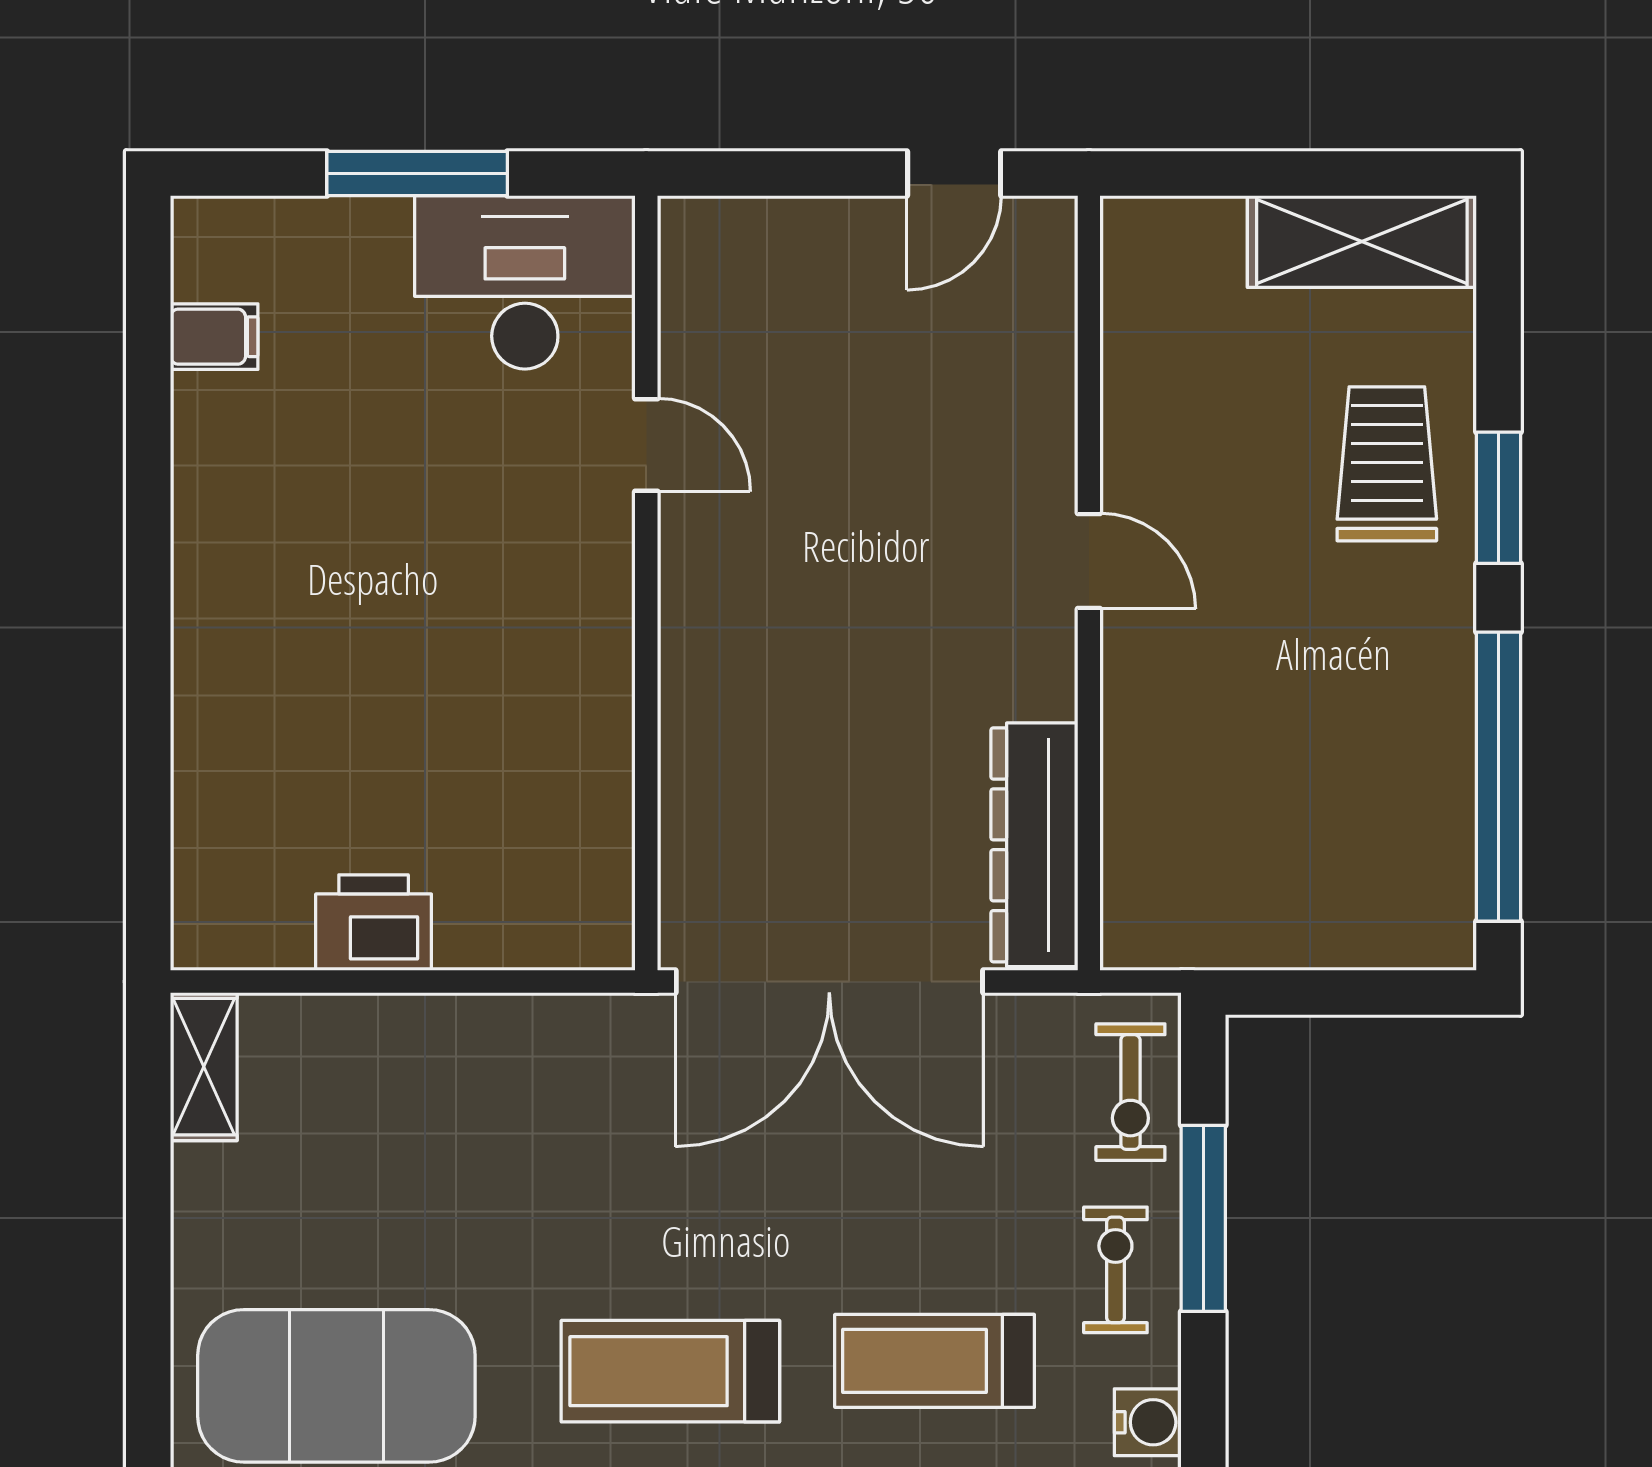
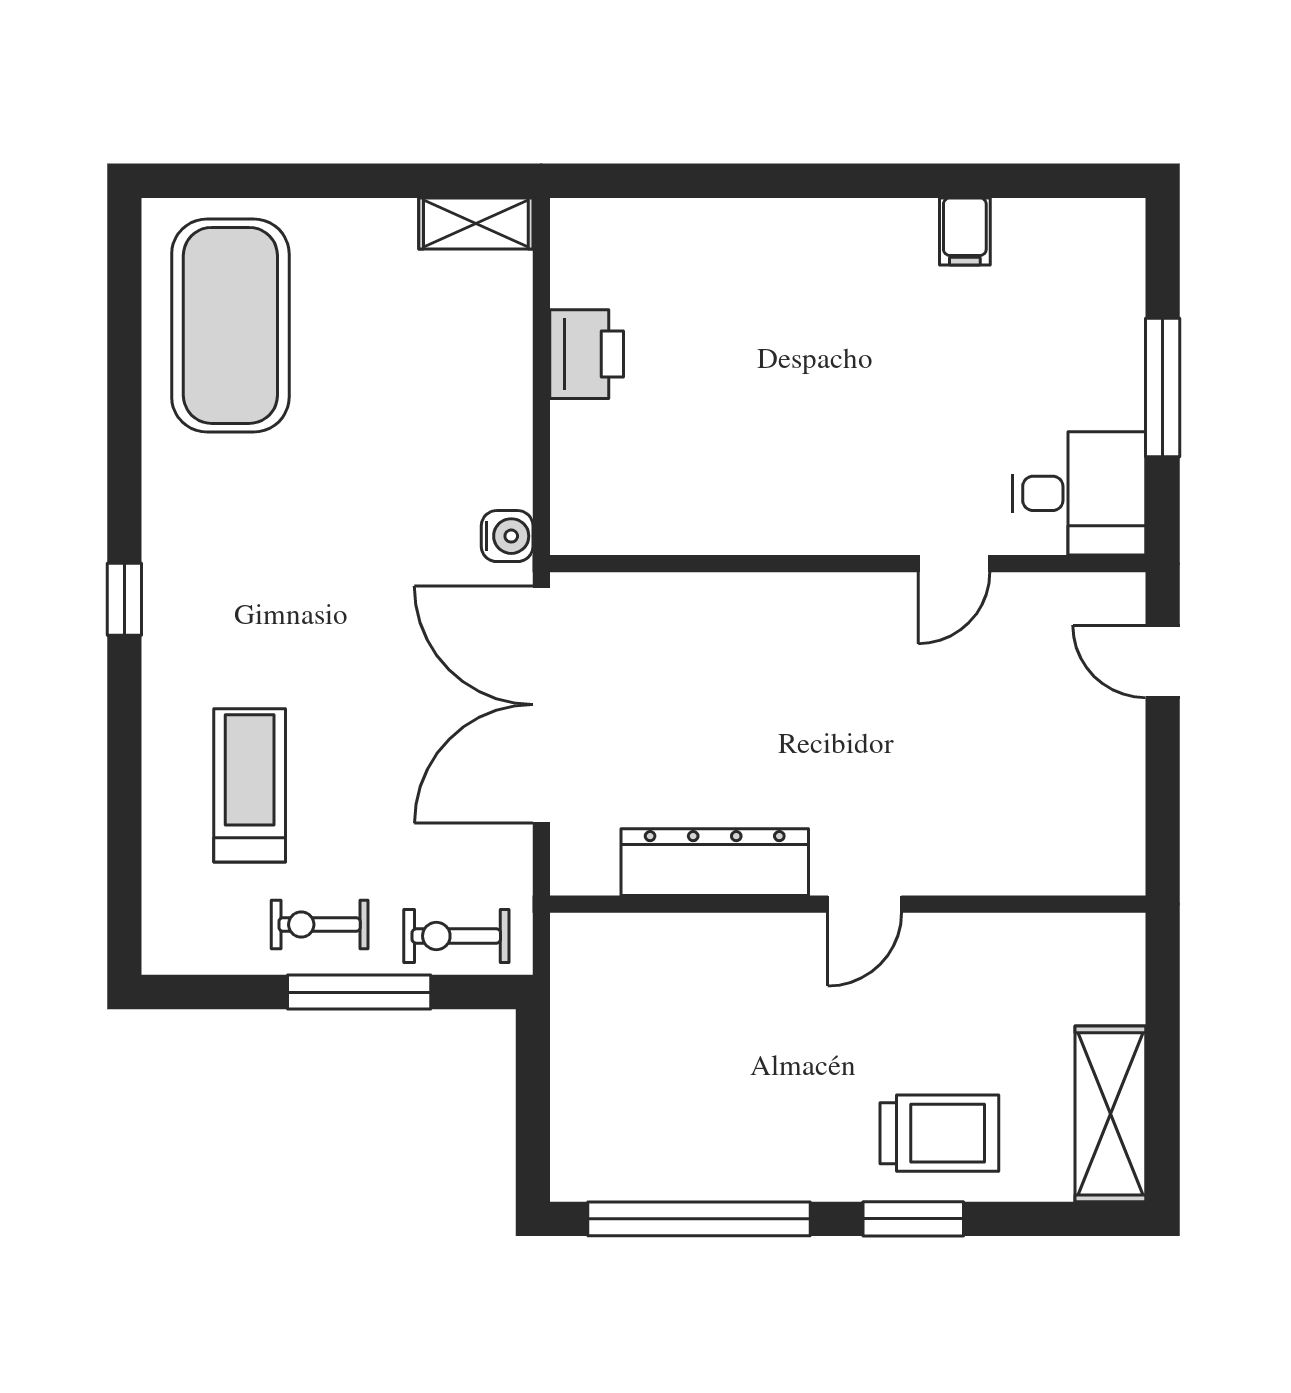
door: (954, 174) -> (1163, 662), moved
desk: (525, 282) -> (1079, 493), width x0.73
filing cabinet: (214, 337) -> (965, 231), moved
dresser: (1034, 845) -> (715, 862), moved
exercise bike: (1115, 1270) -> (320, 925), turned 180
treadmill: (670, 1371) -> (242, 582), removed
water cooler: (1148, 1422) -> (507, 536), moved, turned -90

